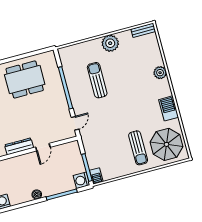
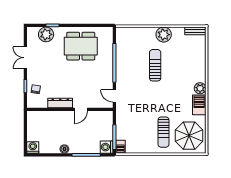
plant: (160, 73) -> (200, 88), moved
sun lounger: (97, 80) -> (155, 65), moved
door: (75, 123) -> (114, 96), swing flipped

